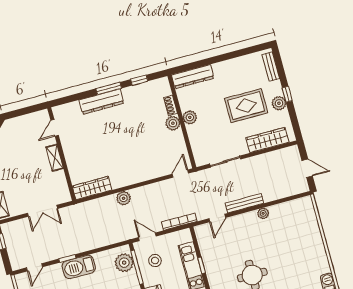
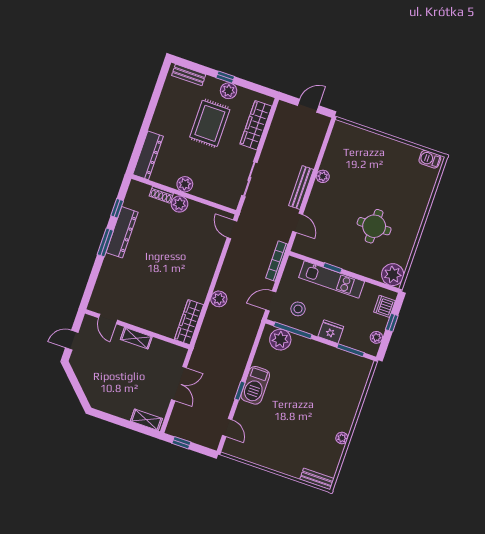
dresser: (101, 102) -> (122, 232), moved
door: (22, 112) -> (72, 340), added

